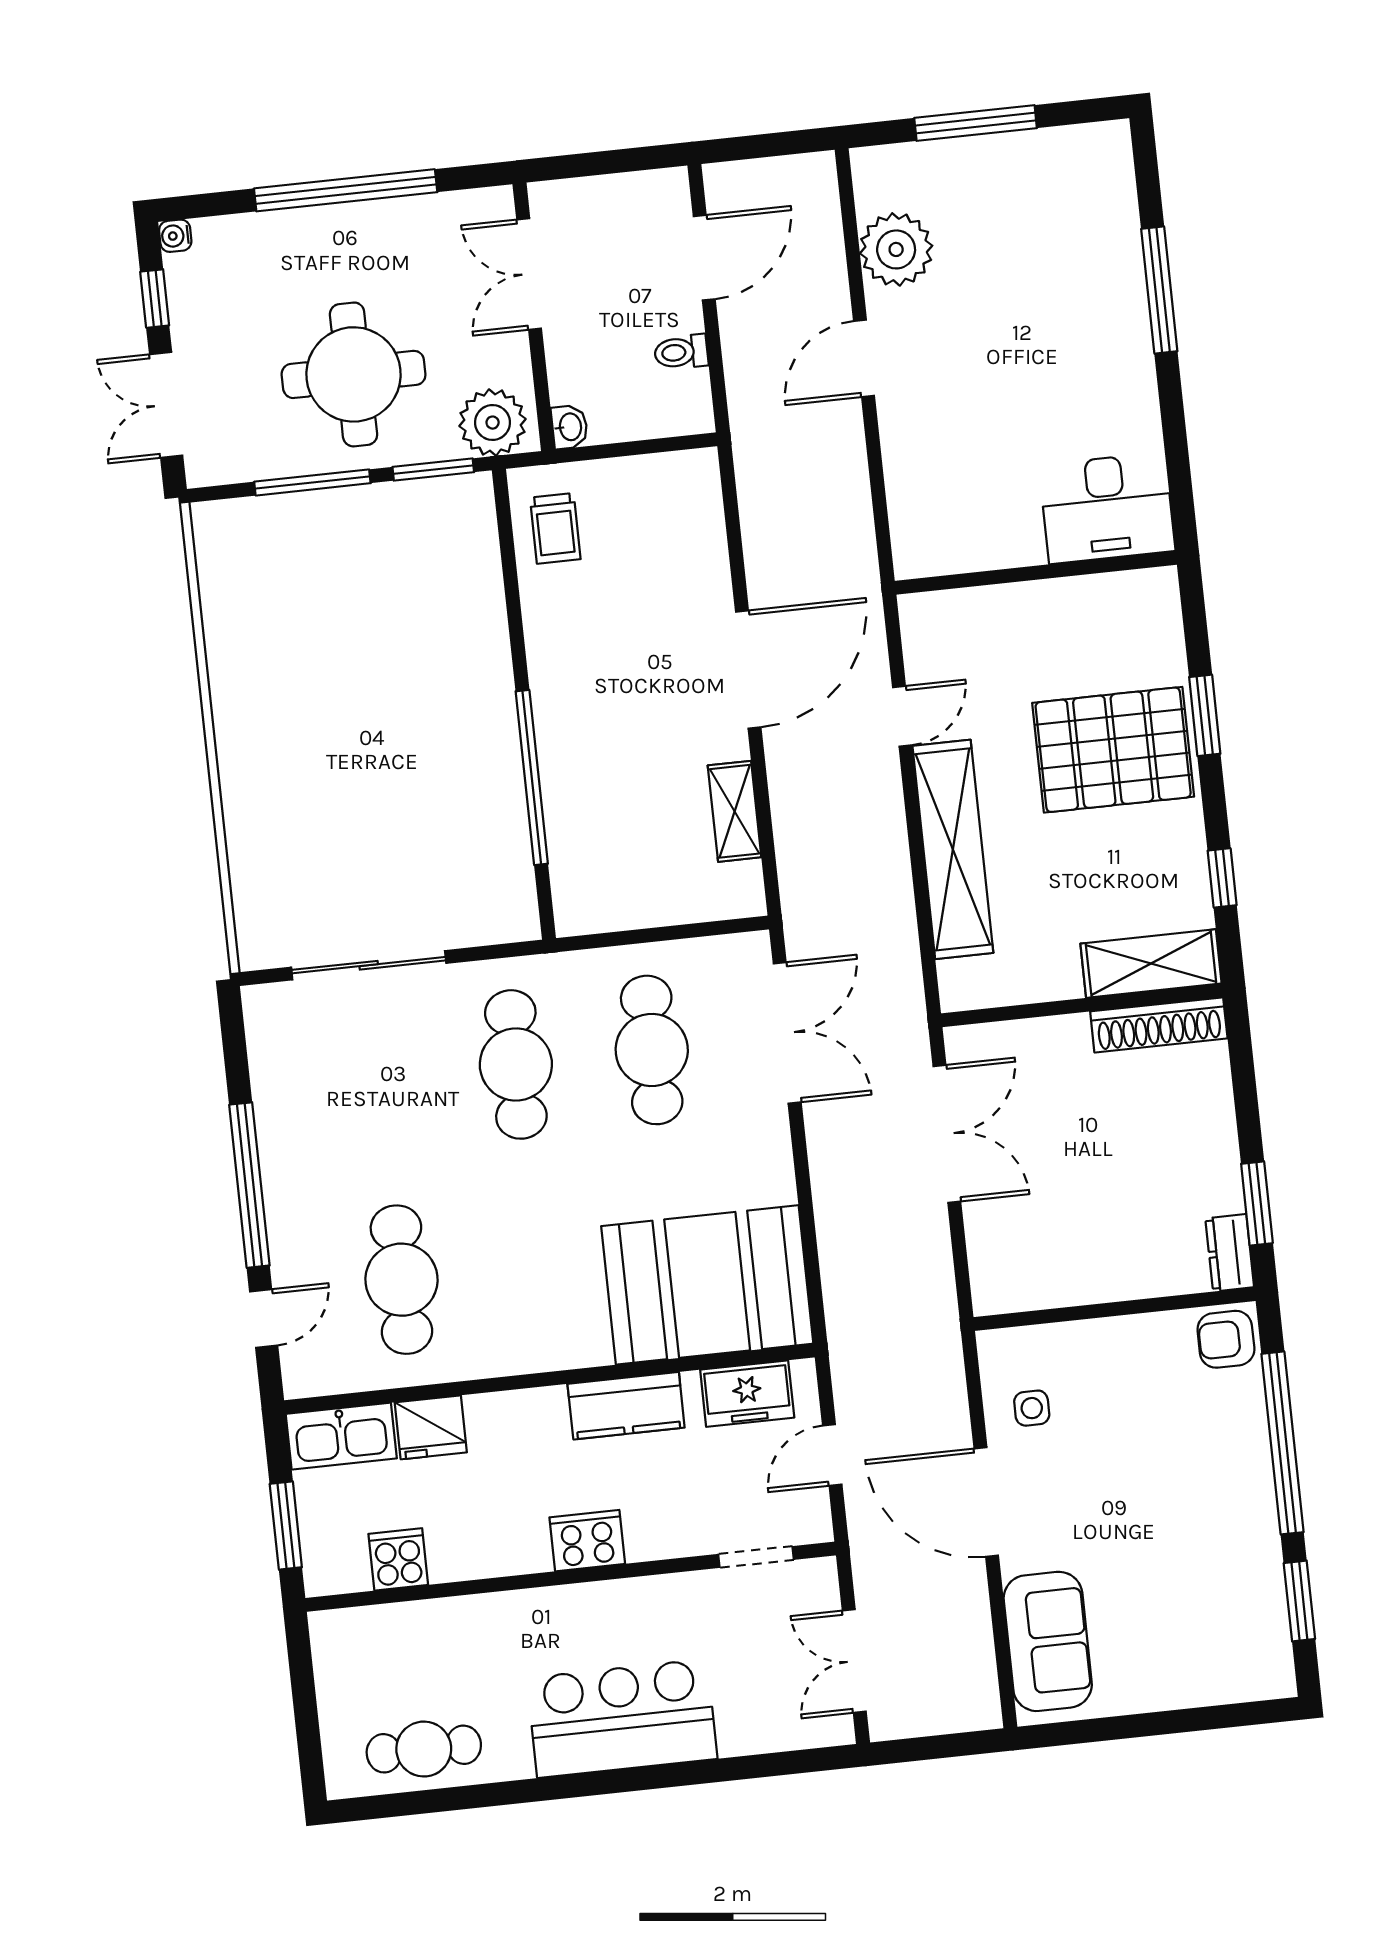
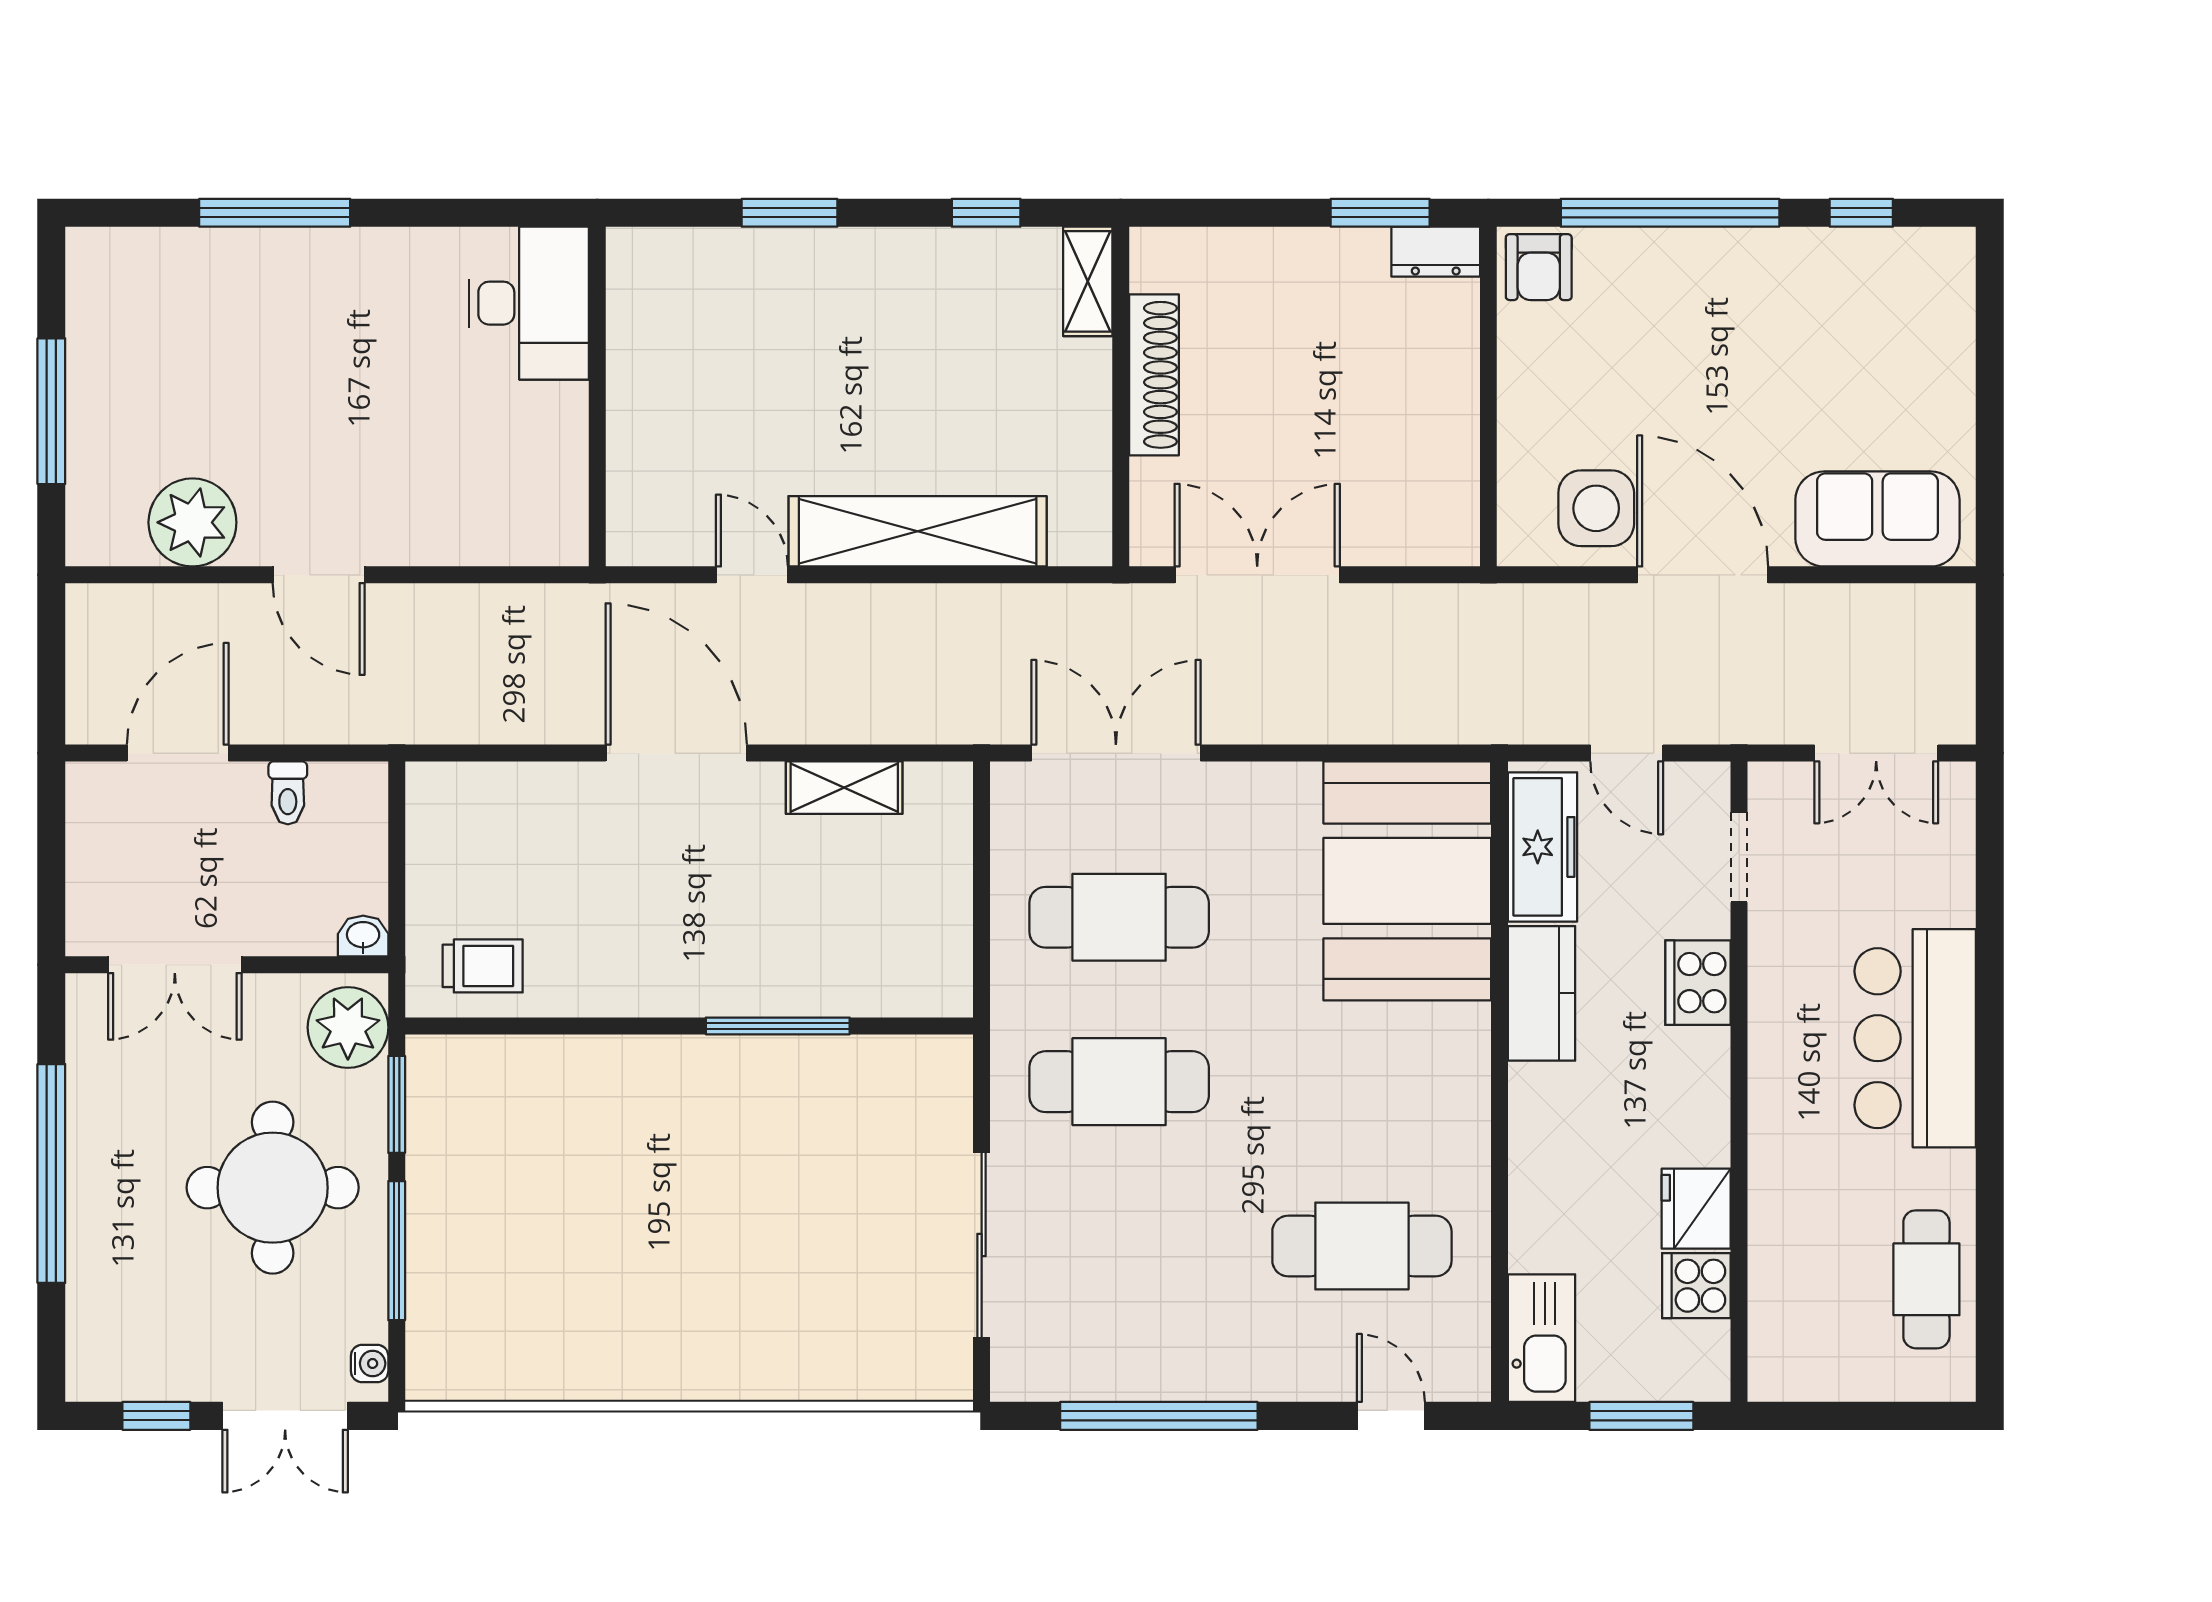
water cooler: (175, 236) -> (370, 1363), moved, turned -90
door: (704, 258) -> (178, 753), hinge flipped
pallet: (1113, 750) -> (819, 327), removed
window: (532, 777) -> (778, 1026), width x0.68
shelving: (1151, 964) -> (1088, 281), width x0.67, depth x0.75
shoe rack: (1159, 1025) -> (1154, 375), moved
window: (249, 1185) -> (1159, 1416), moved
freezer: (747, 1394) -> (1543, 847), width x1.40
side table: (1032, 1408) -> (1596, 508), width x1.87, depth x1.87
fridge: (431, 1427) -> (1696, 1209), moved, turned 180
door: (986, 1502) -> (1703, 575), swing flipped
cooker: (587, 1541) -> (1698, 983), moved
window: (1299, 1601) -> (1861, 213), width x0.67

